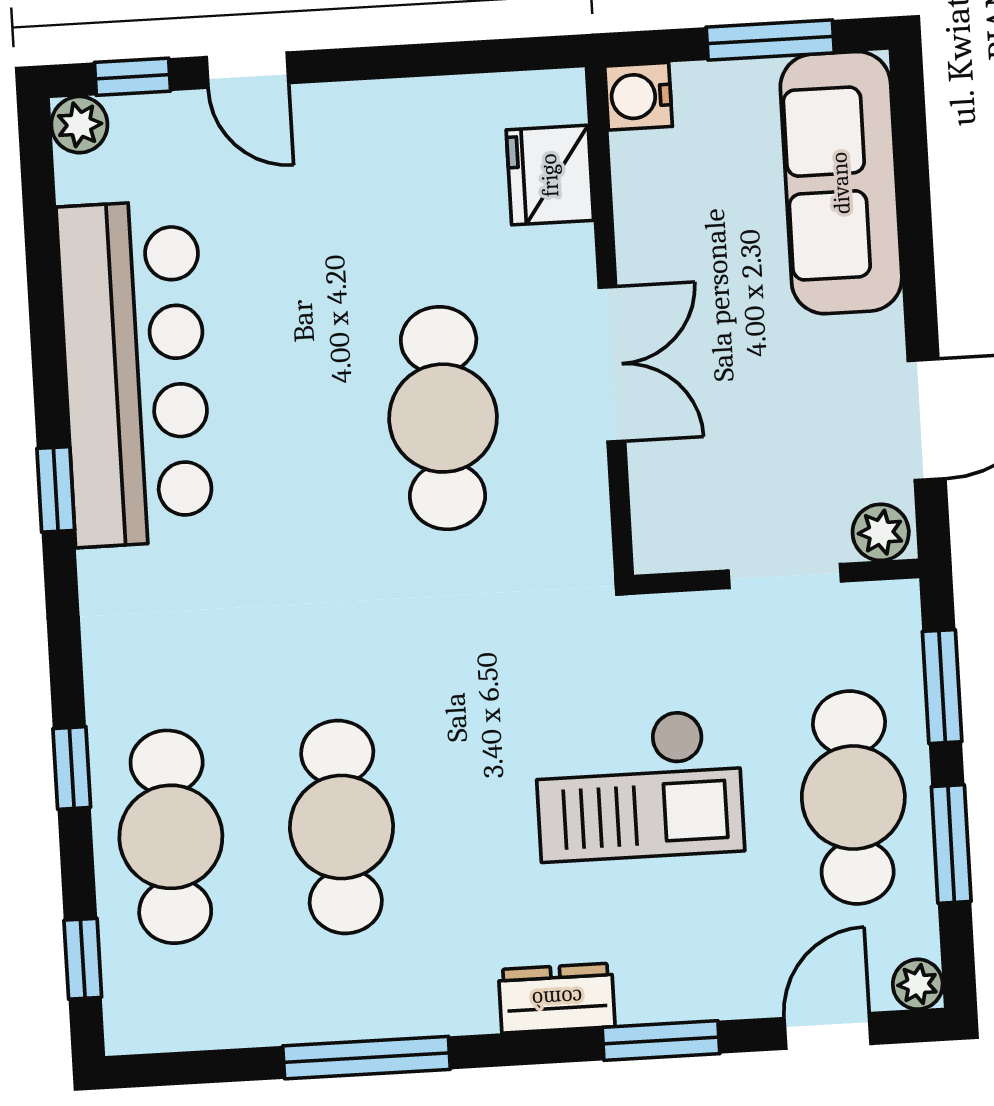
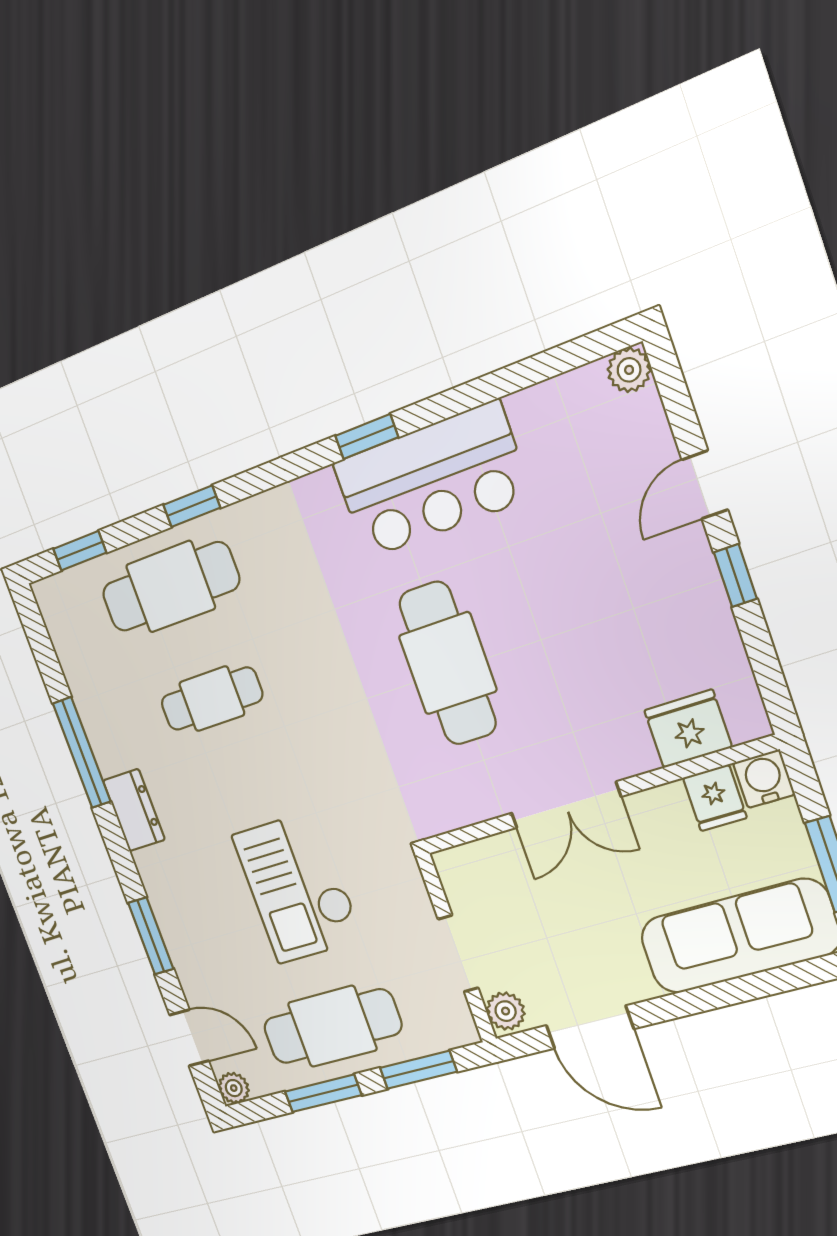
window: (133, 77) -> (735, 576), moved
fridge: (649, 165) -> (715, 798), added
bar counter: (135, 373) -> (432, 480), width x0.73
cafe table: (443, 418) -> (448, 663), moved, turned 90
cafe table: (341, 827) -> (212, 699), width x0.73, depth x0.74
dresser: (557, 998) -> (134, 810), moved

